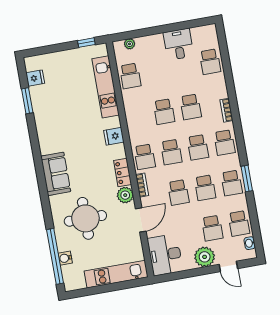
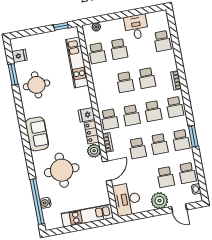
school desk: (157, 71) -> (119, 49), added
round table: (56, 114) -> (36, 85), added
fridge: (114, 136) -> (86, 115), moved

